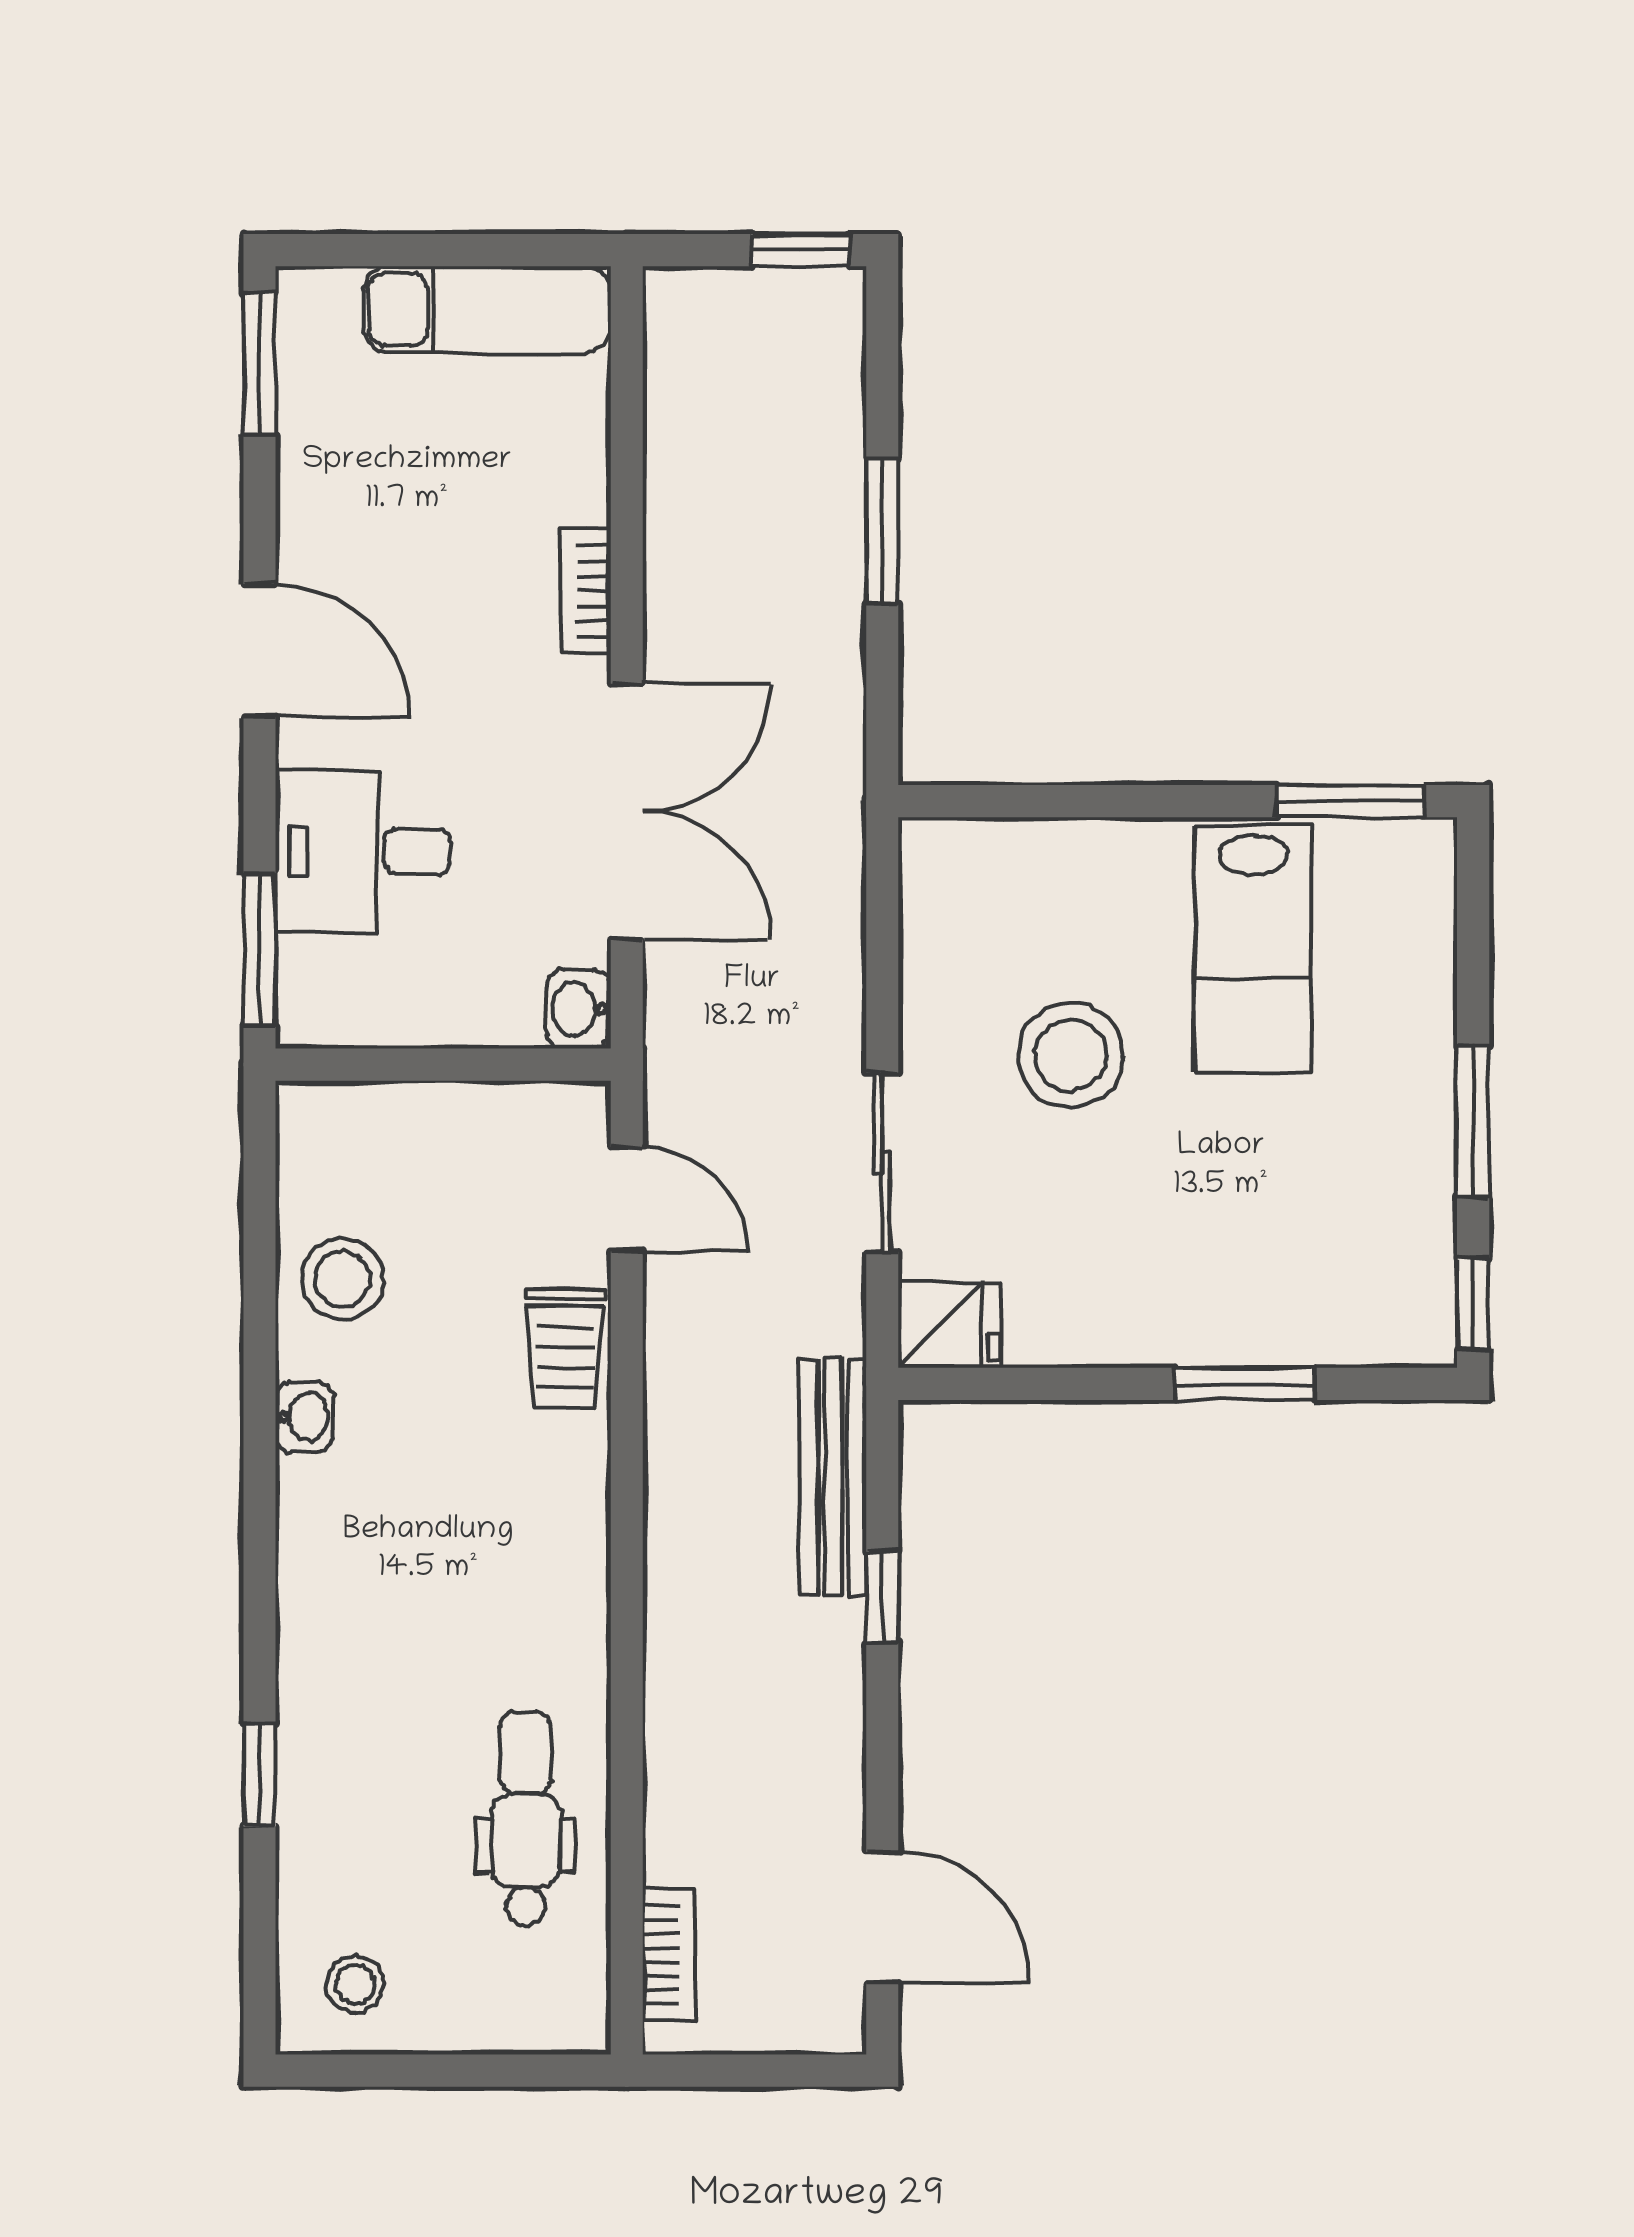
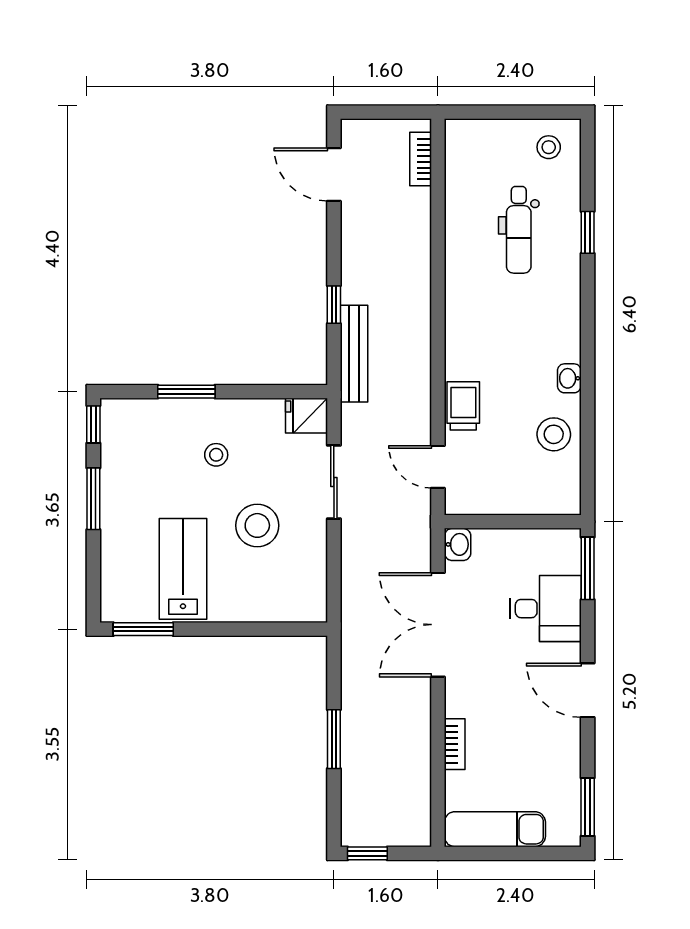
bookcase: (586, 591) -> (455, 744), moved
stool: (1171, 1229) -> (216, 455), added
dental chair: (526, 1819) -> (519, 230), moved

